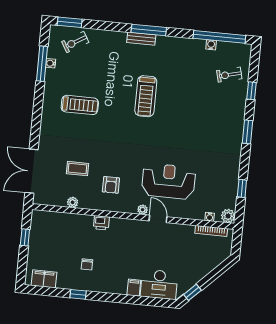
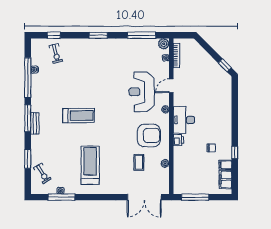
window: (70, 22) -> (28, 159), moved
window: (219, 37) -> (28, 78), moved
window: (251, 91) -> (54, 35), moved
treadmill: (80, 105) -> (90, 165), width x1.37, depth x1.38
armchair: (111, 185) -> (149, 136), width x1.88, depth x1.88
window: (242, 188) -> (142, 35), width x2.17
door: (158, 219) -> (171, 86), moved
window: (25, 237) -> (195, 197), width x2.17
desk: (159, 284) -> (184, 120), moved, turned 180
filing cabinet: (134, 288) -> (225, 165), moved

